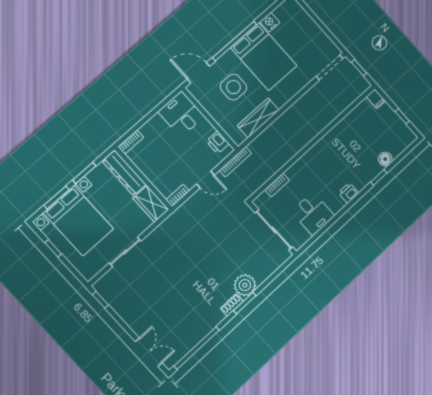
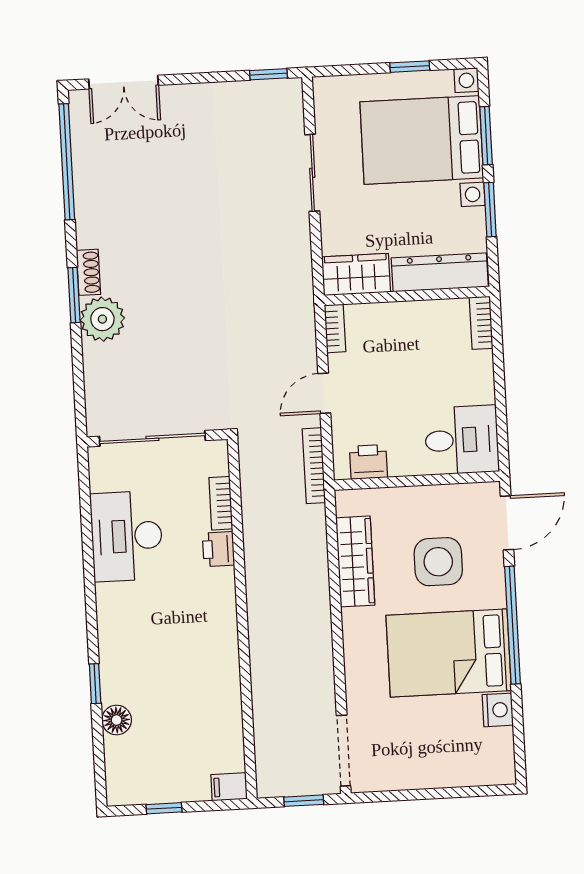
printer: (349, 193) -> (218, 549), moved, turned 180
desk: (313, 214) -> (127, 536), width x1.37

